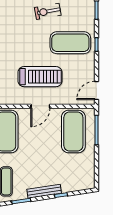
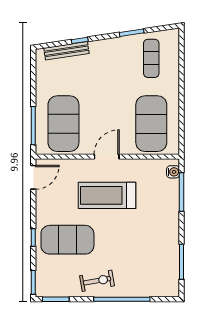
bench: (44, 191) -> (66, 51), moved

